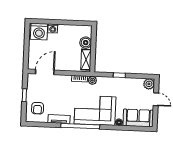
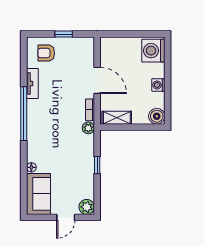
washing machine: (53, 28) -> (158, 85), moved
boiler: (86, 43) -> (157, 116), moved
door: (45, 72) -> (97, 80), moved
corner sofa: (95, 110) -> (47, 133), removed

